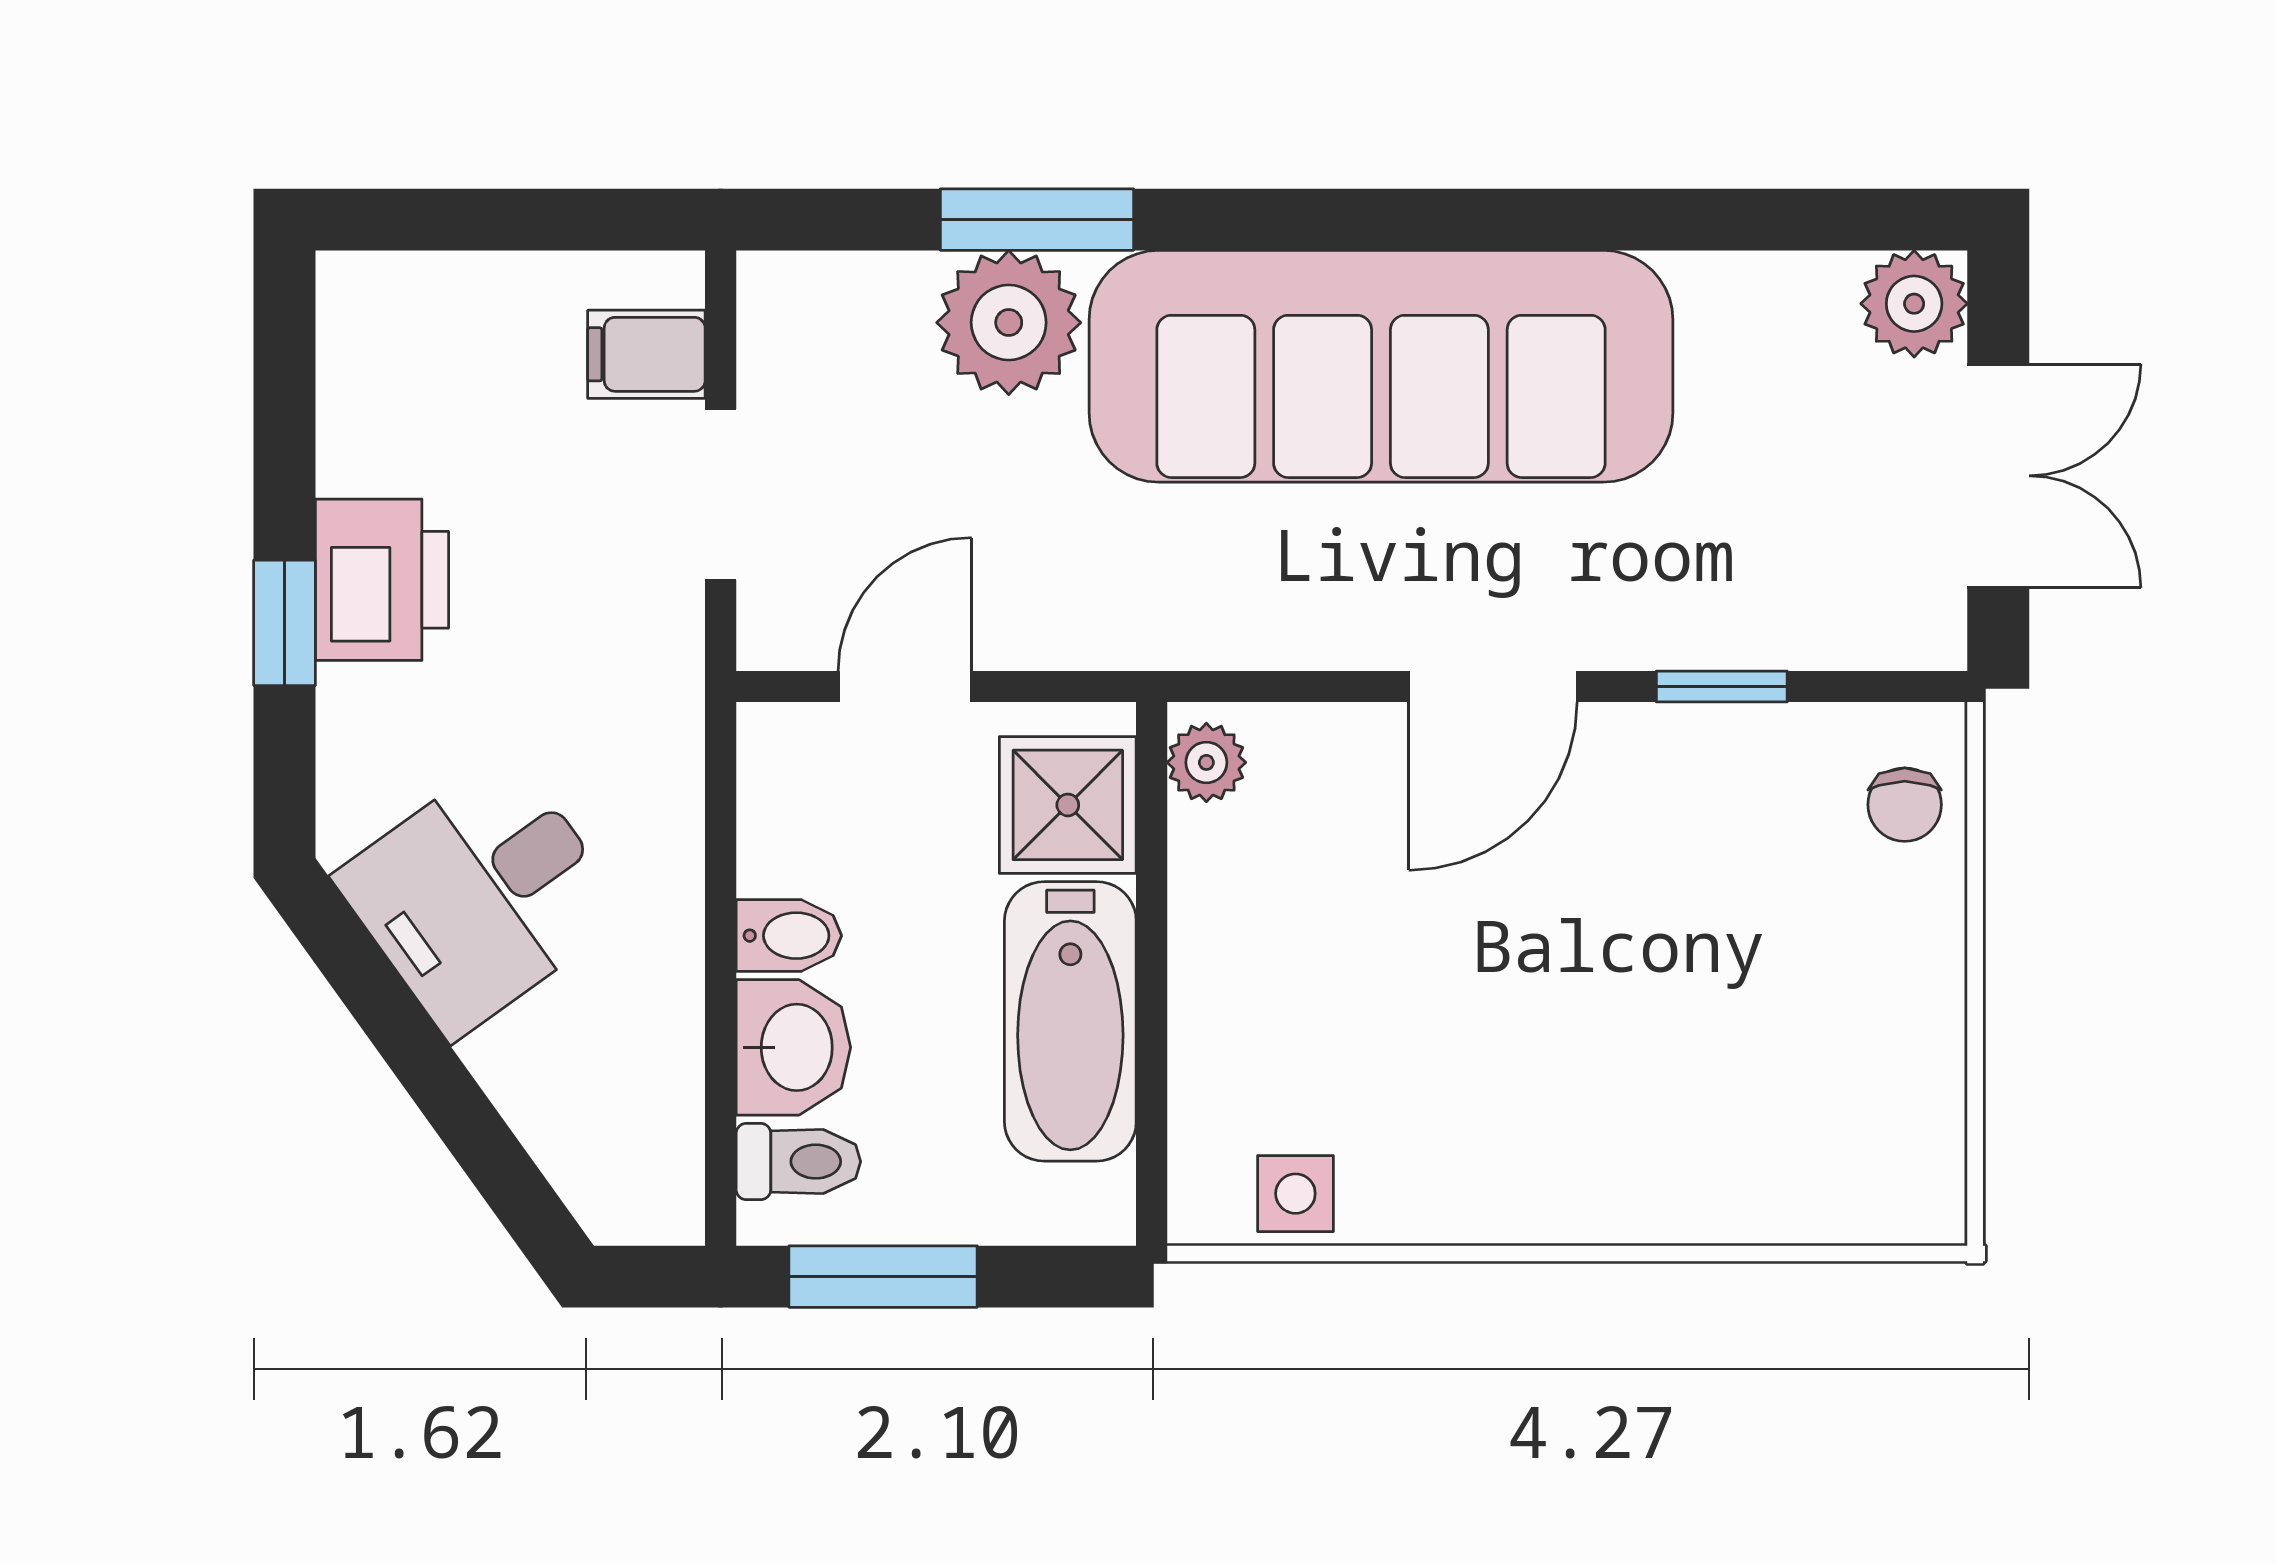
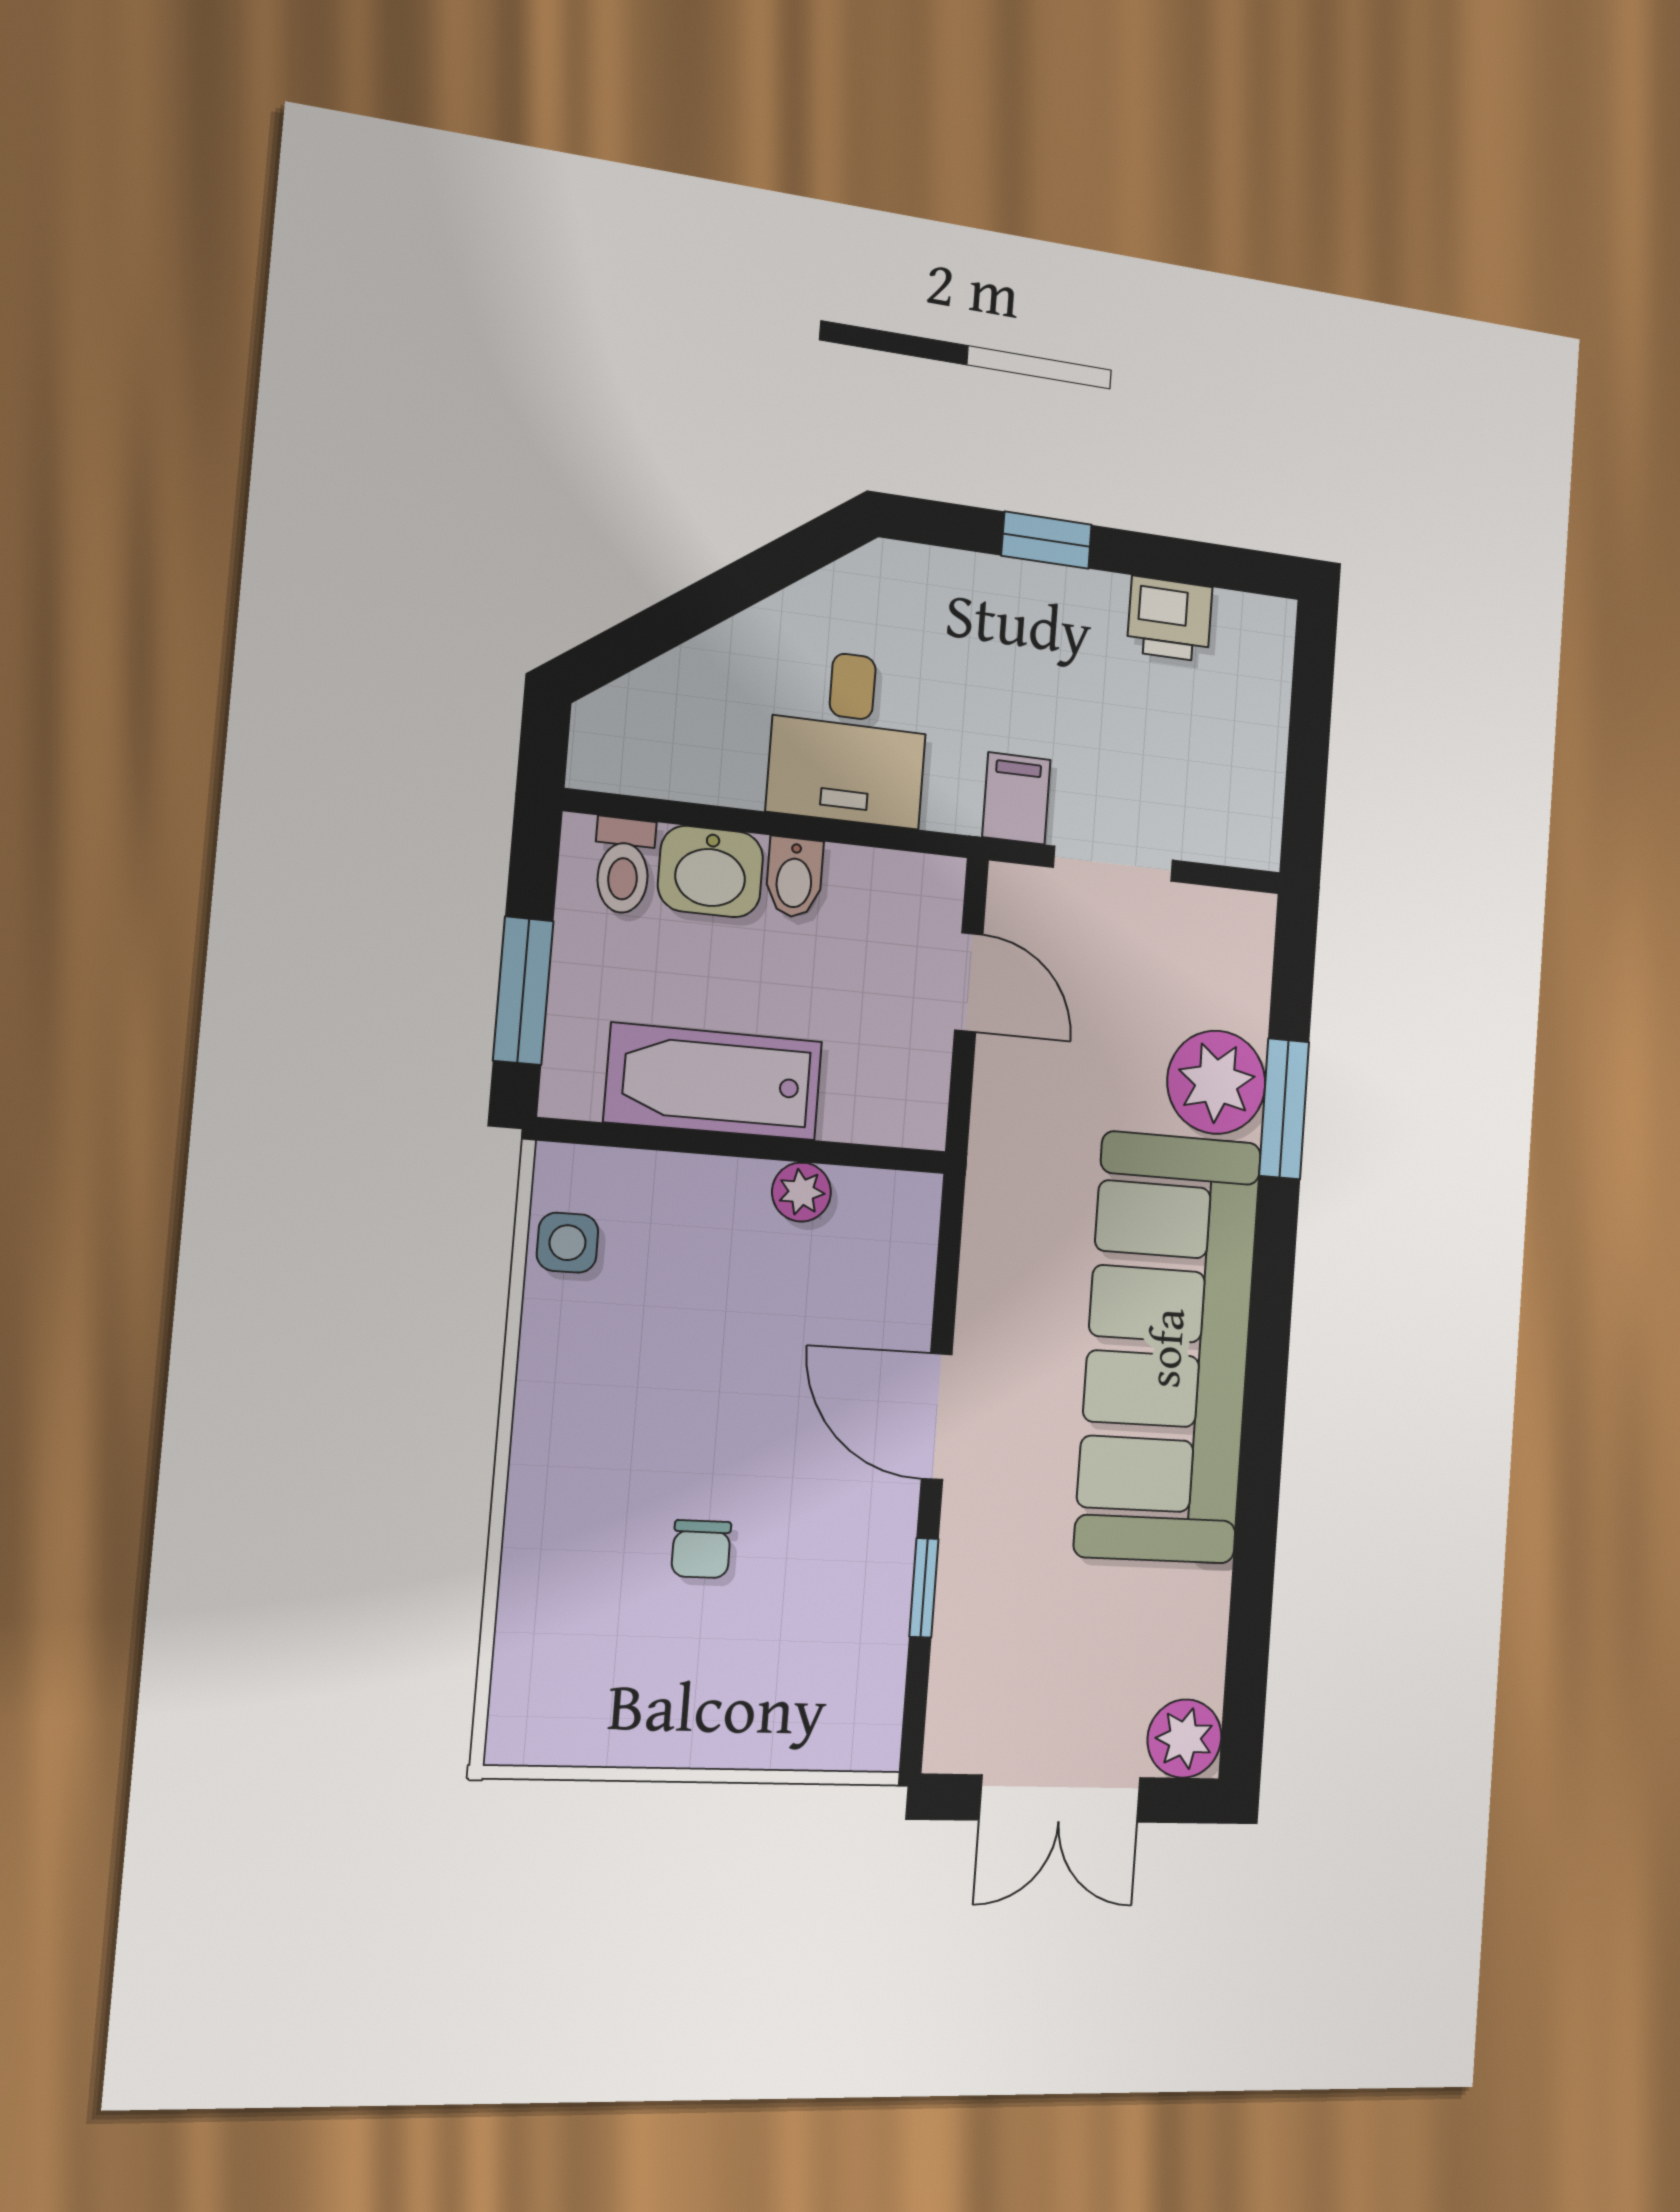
filing cabinet: (646, 354) -> (1016, 798), moved
printer: (382, 580) -> (1170, 619), moved, width x0.73, depth x0.81
plant: (1206, 762) -> (801, 1192), moved
shower: (1068, 805) -> (874, 1094), removed
chair: (1905, 805) -> (701, 1549), moved, turned -90
desk: (481, 895) -> (849, 738), moved, turned -144
window: (883, 1277) -> (523, 991), moved

